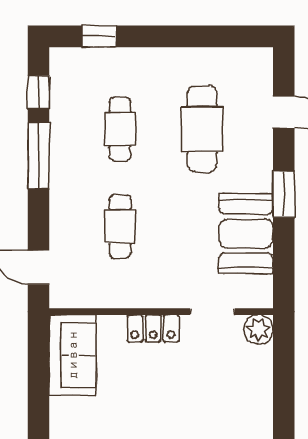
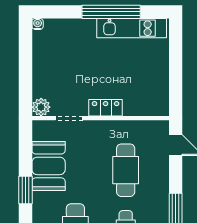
cafe table: (120, 227) -> (126, 170), width x1.37, depth x1.35
sofa: (73, 355) -> (155, 91), removed

